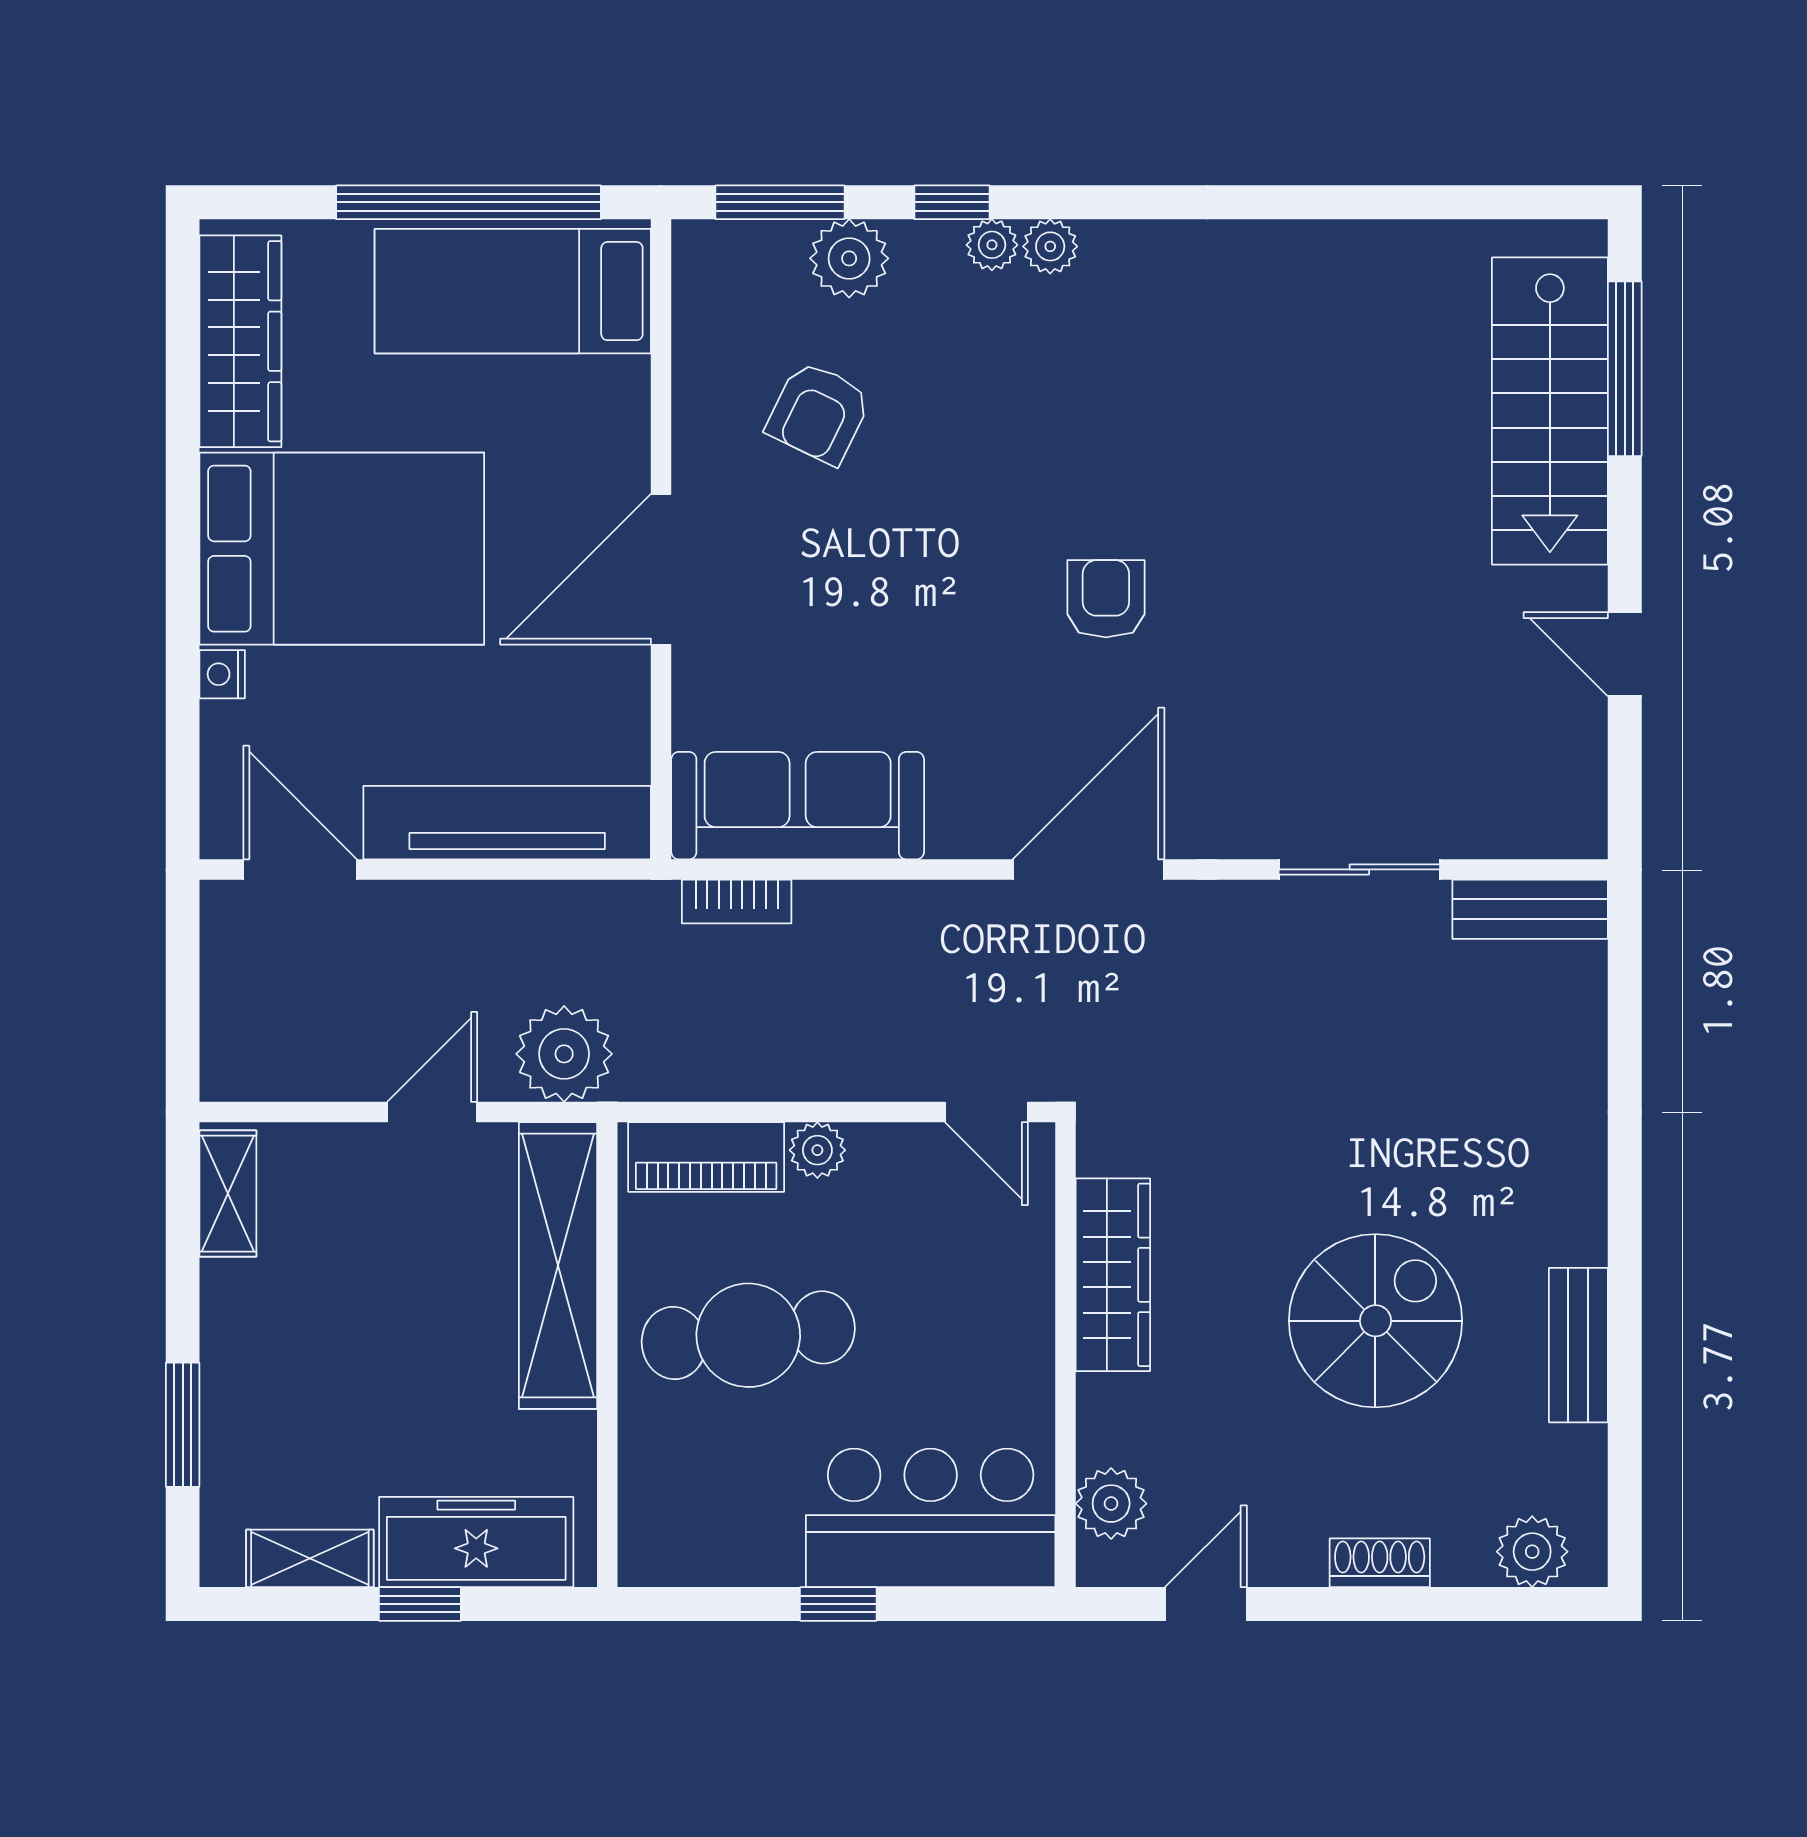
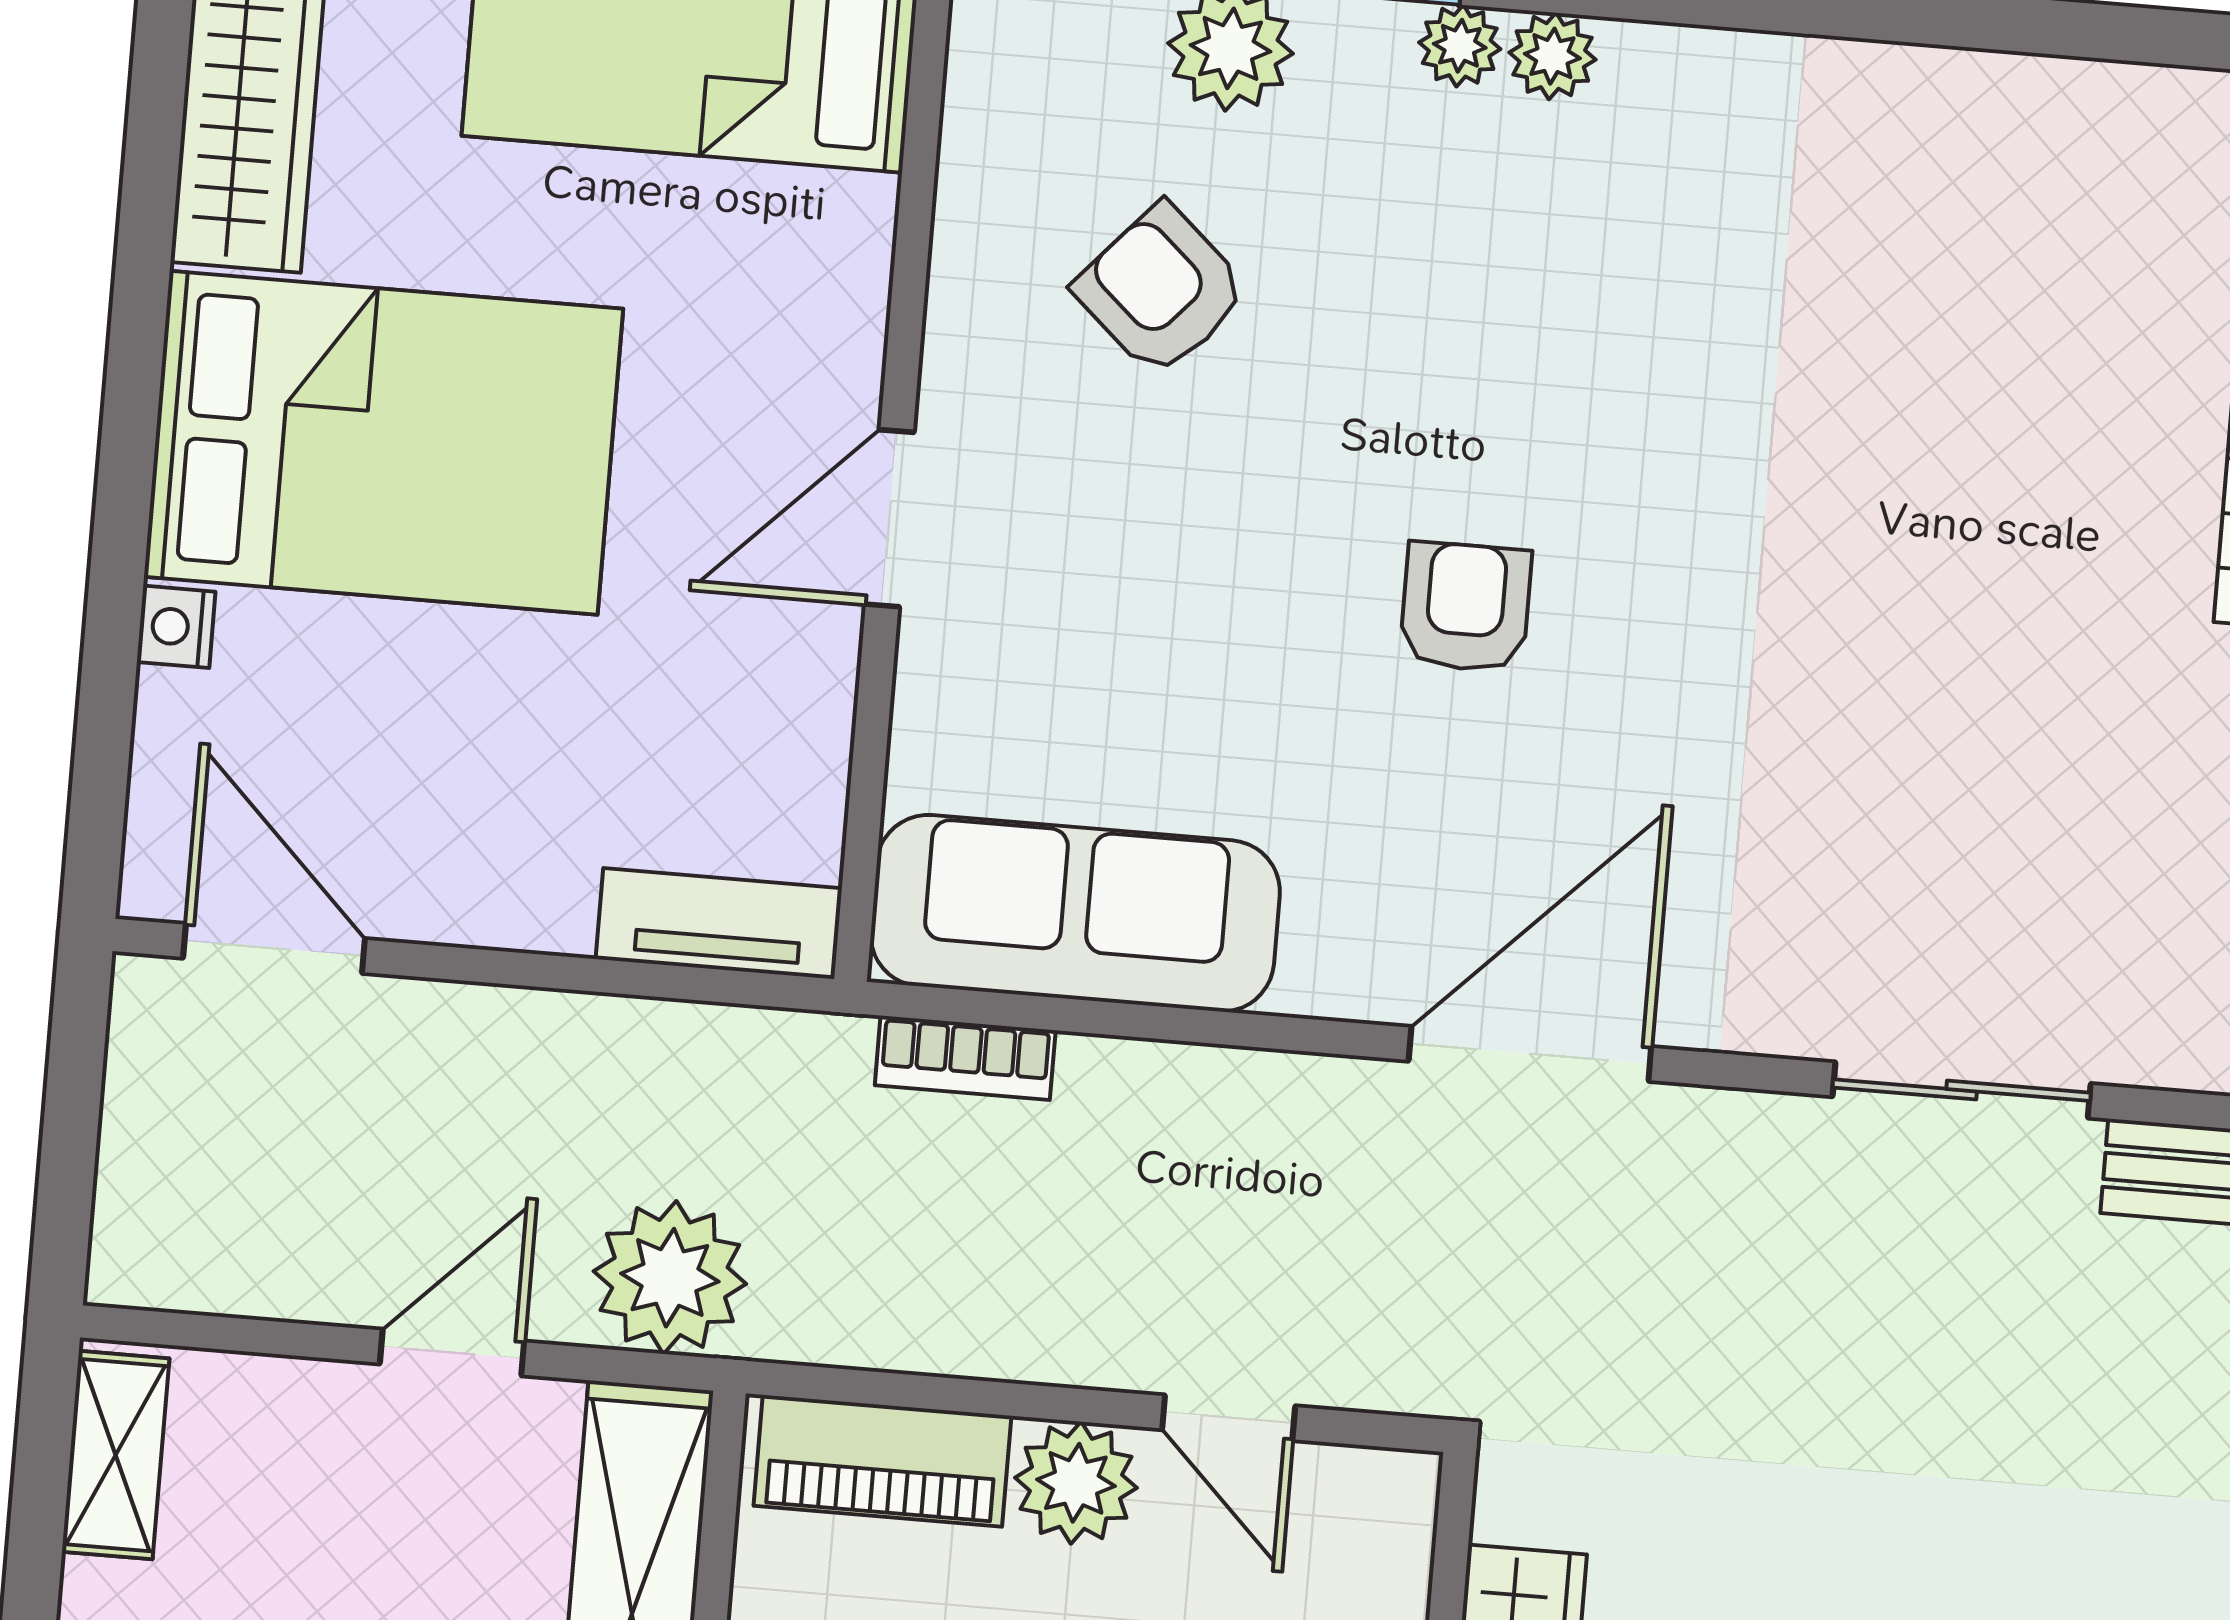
armchair: (819, 413) -> (1161, 290), turned 106
door: (661, 569) -> (889, 518), width x0.73
armchair: (1106, 599) -> (1466, 607), moved
tv unit: (507, 823) -> (719, 924), width x0.52, depth x0.78
door: (986, 1112) -> (1229, 1418), moved
plant: (817, 1150) -> (1076, 1483), width x1.38, depth x1.38

